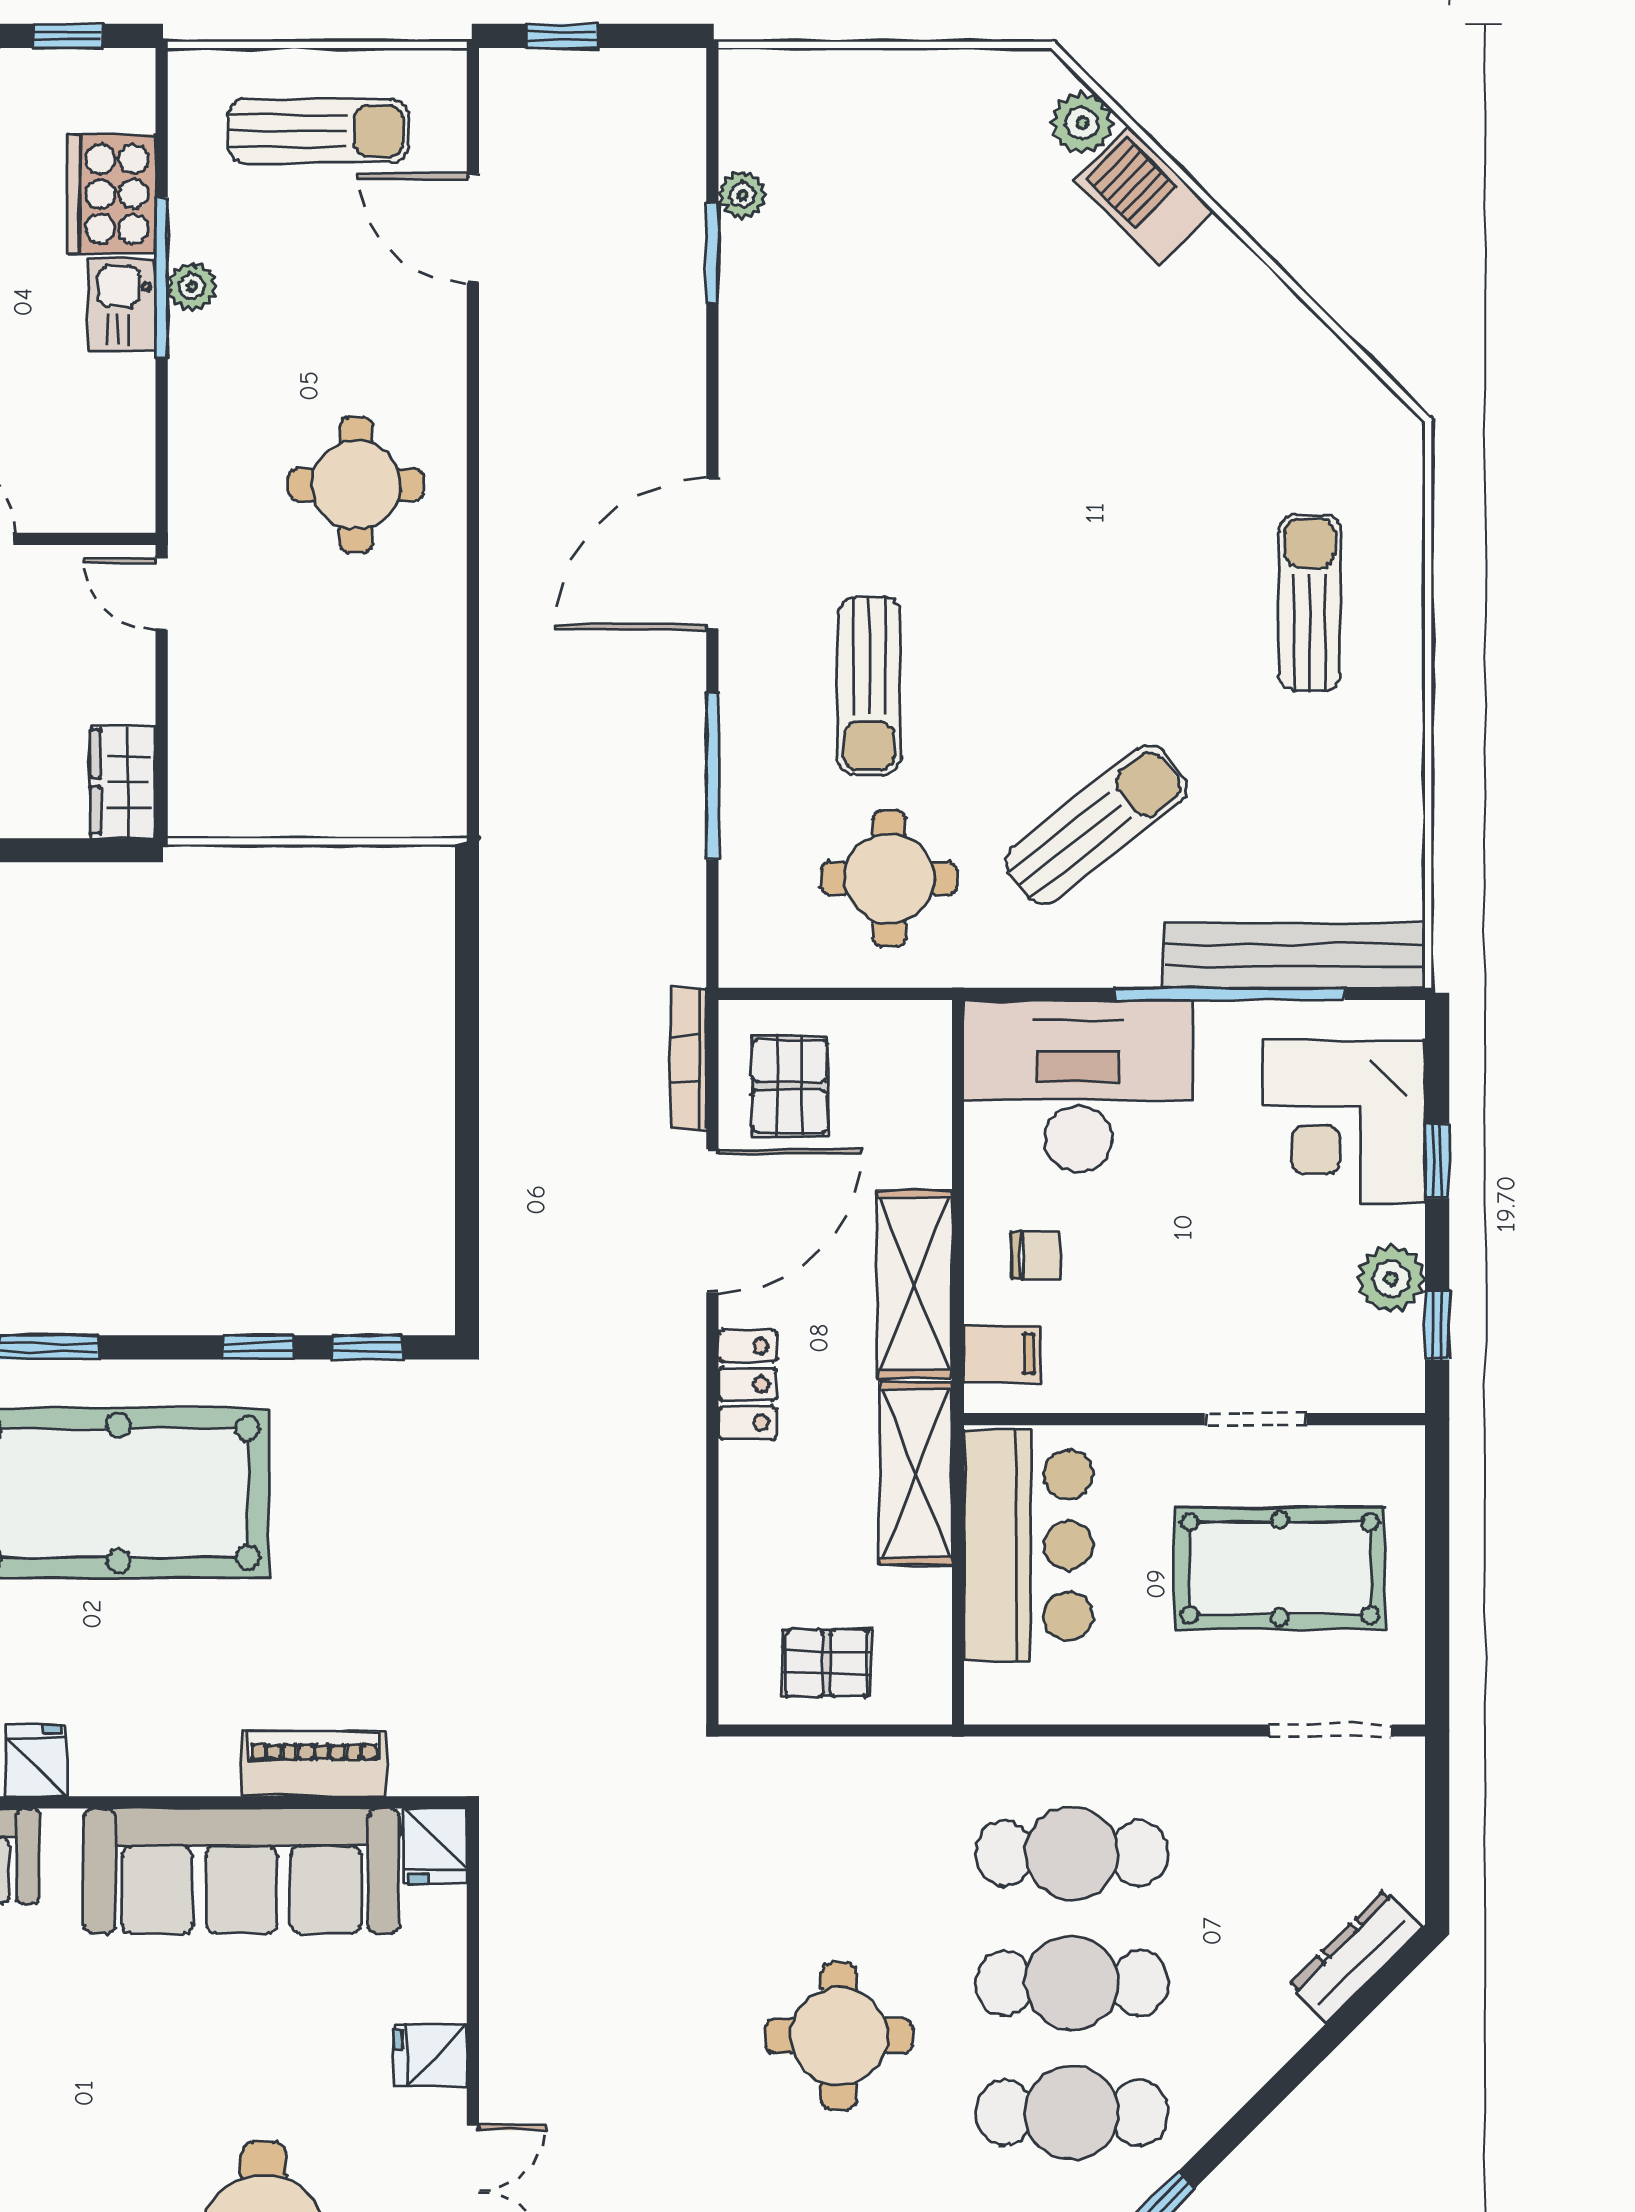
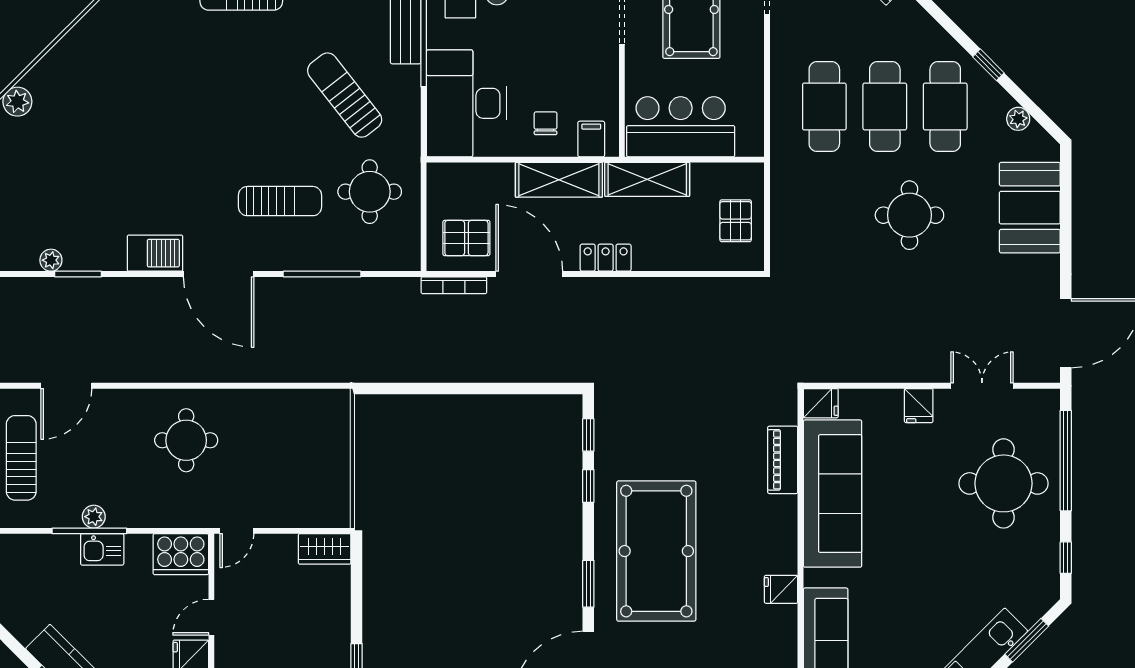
cooker: (112, 194) -> (181, 554), moved
barbecue: (1144, 196) -> (155, 253), moved, turned -135

